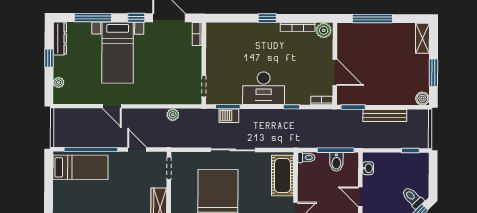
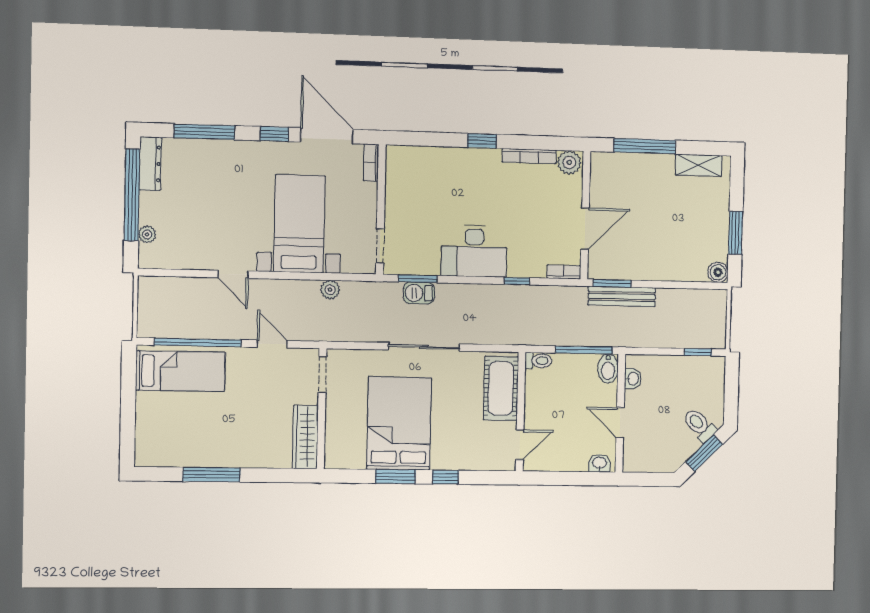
shelving: (422, 38) -> (699, 165), moved, turned 90
bed with nightstands: (118, 53) -> (299, 224), moved, turned 180
window: (49, 58) -> (132, 195), width x3.17
door: (335, 72) -> (585, 229), hinge flipped
bench: (385, 115) -> (622, 296), moved
bidet: (336, 162) -> (608, 369), moved

